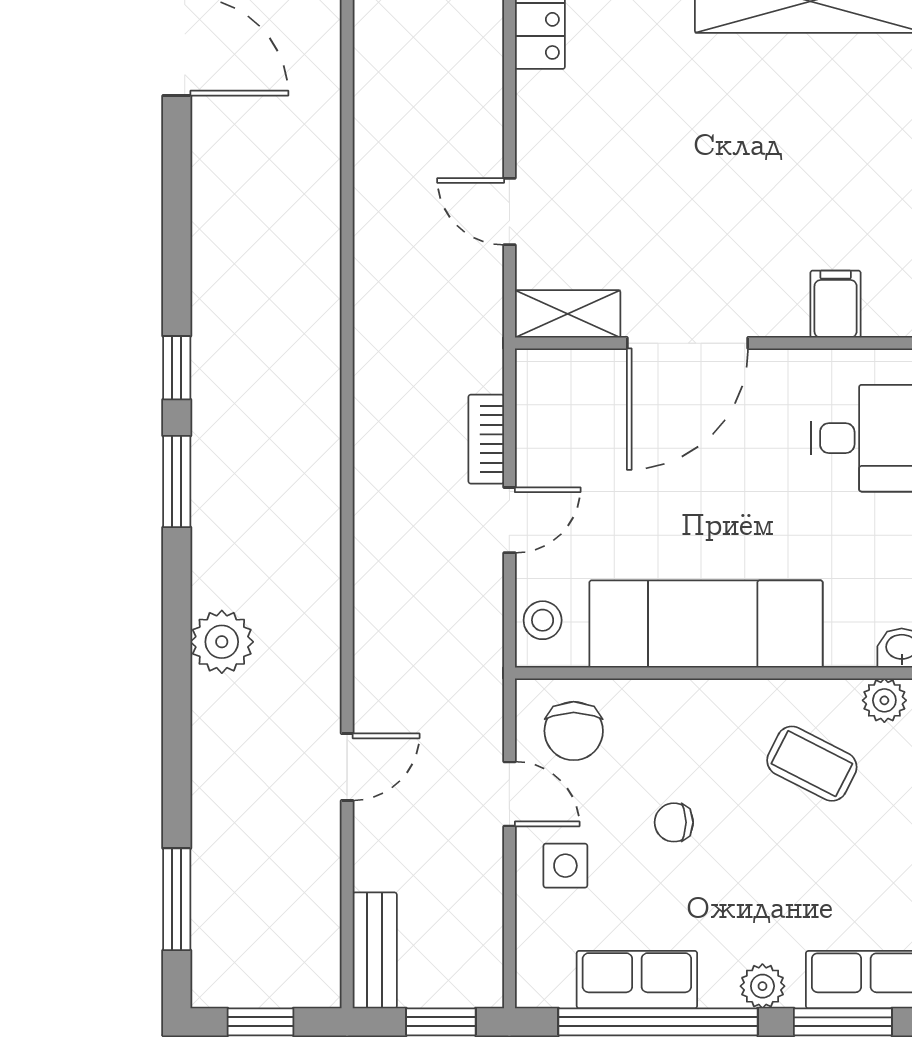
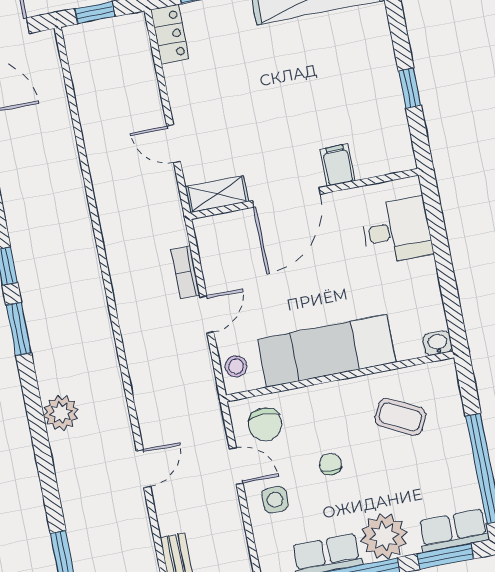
filing cabinet: (836, 304) -> (338, 165), moved
plant: (884, 700) -> (434, 374), removed
chair: (674, 822) -> (330, 464), turned 90
plant: (762, 986) -> (384, 536), width x1.87, depth x1.87

